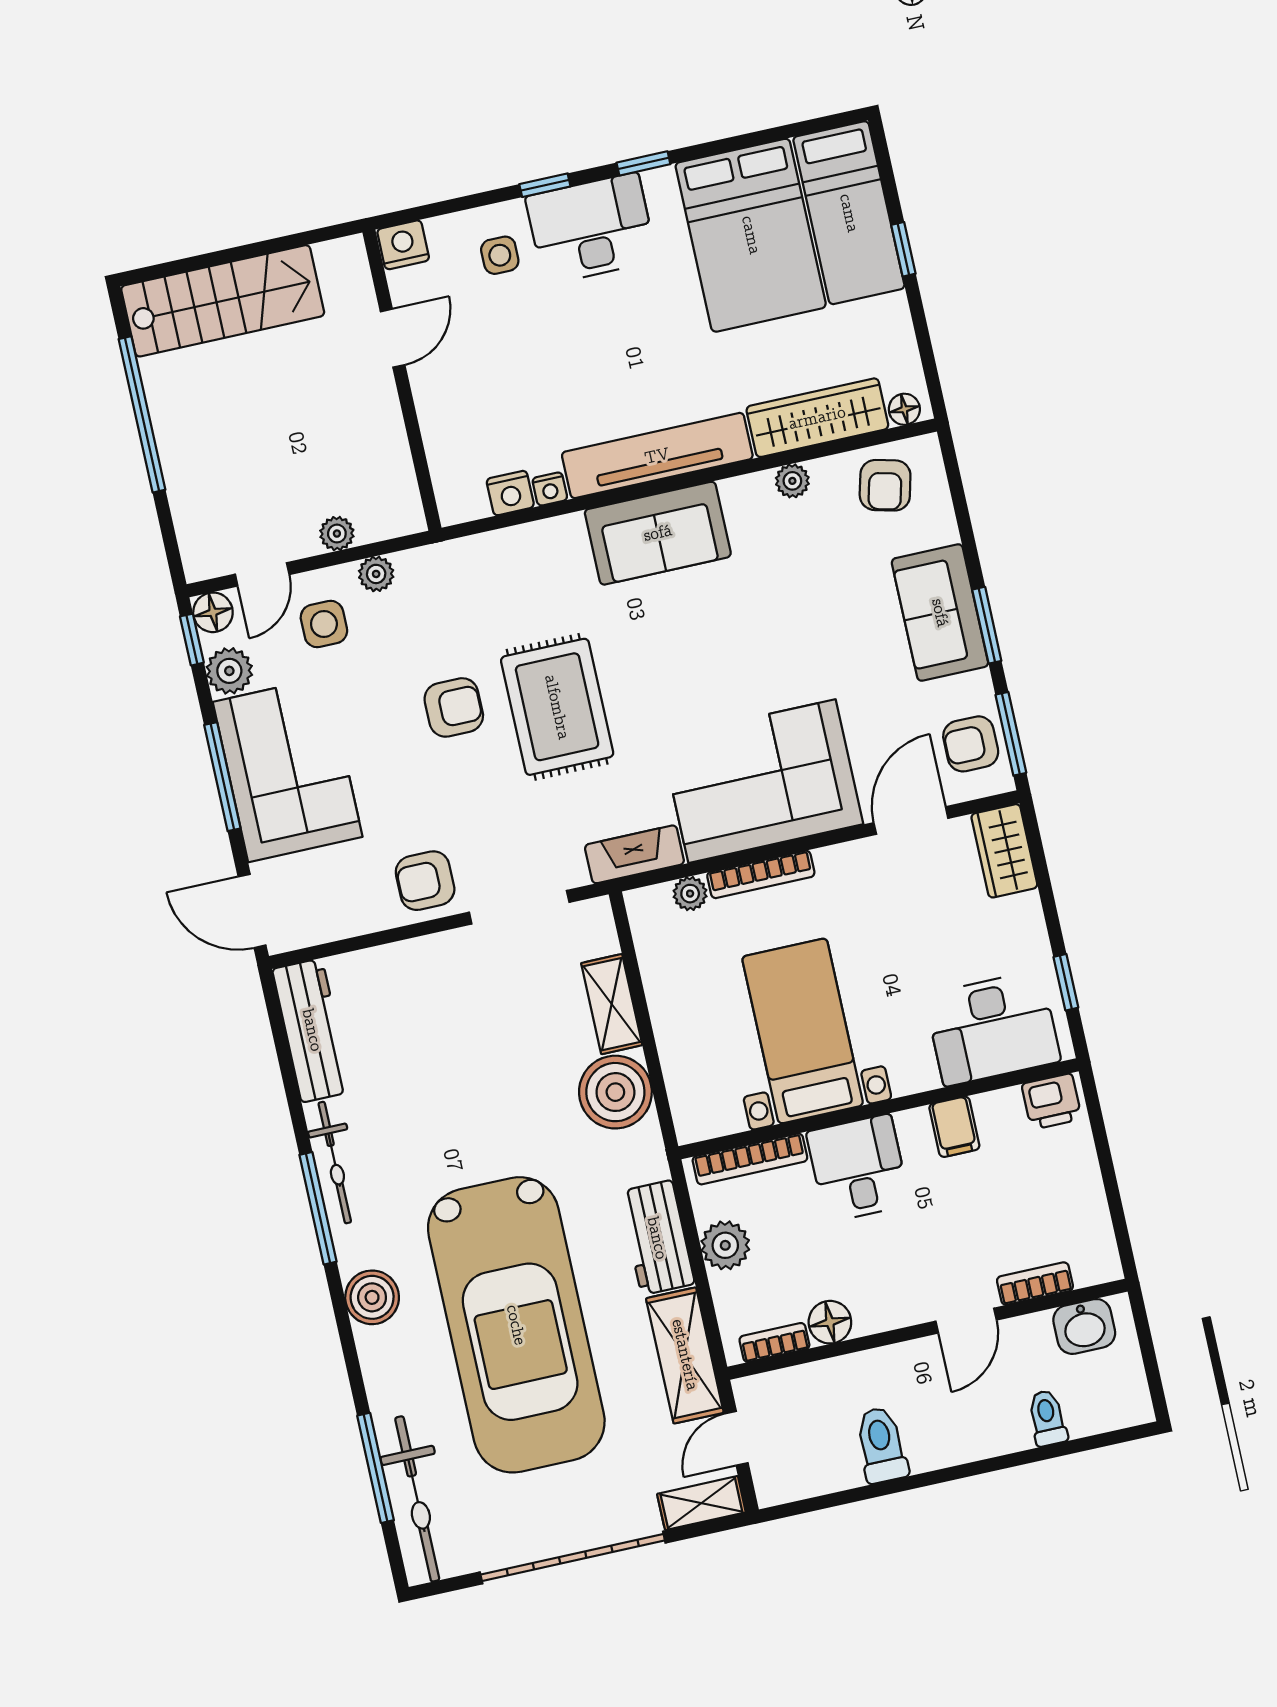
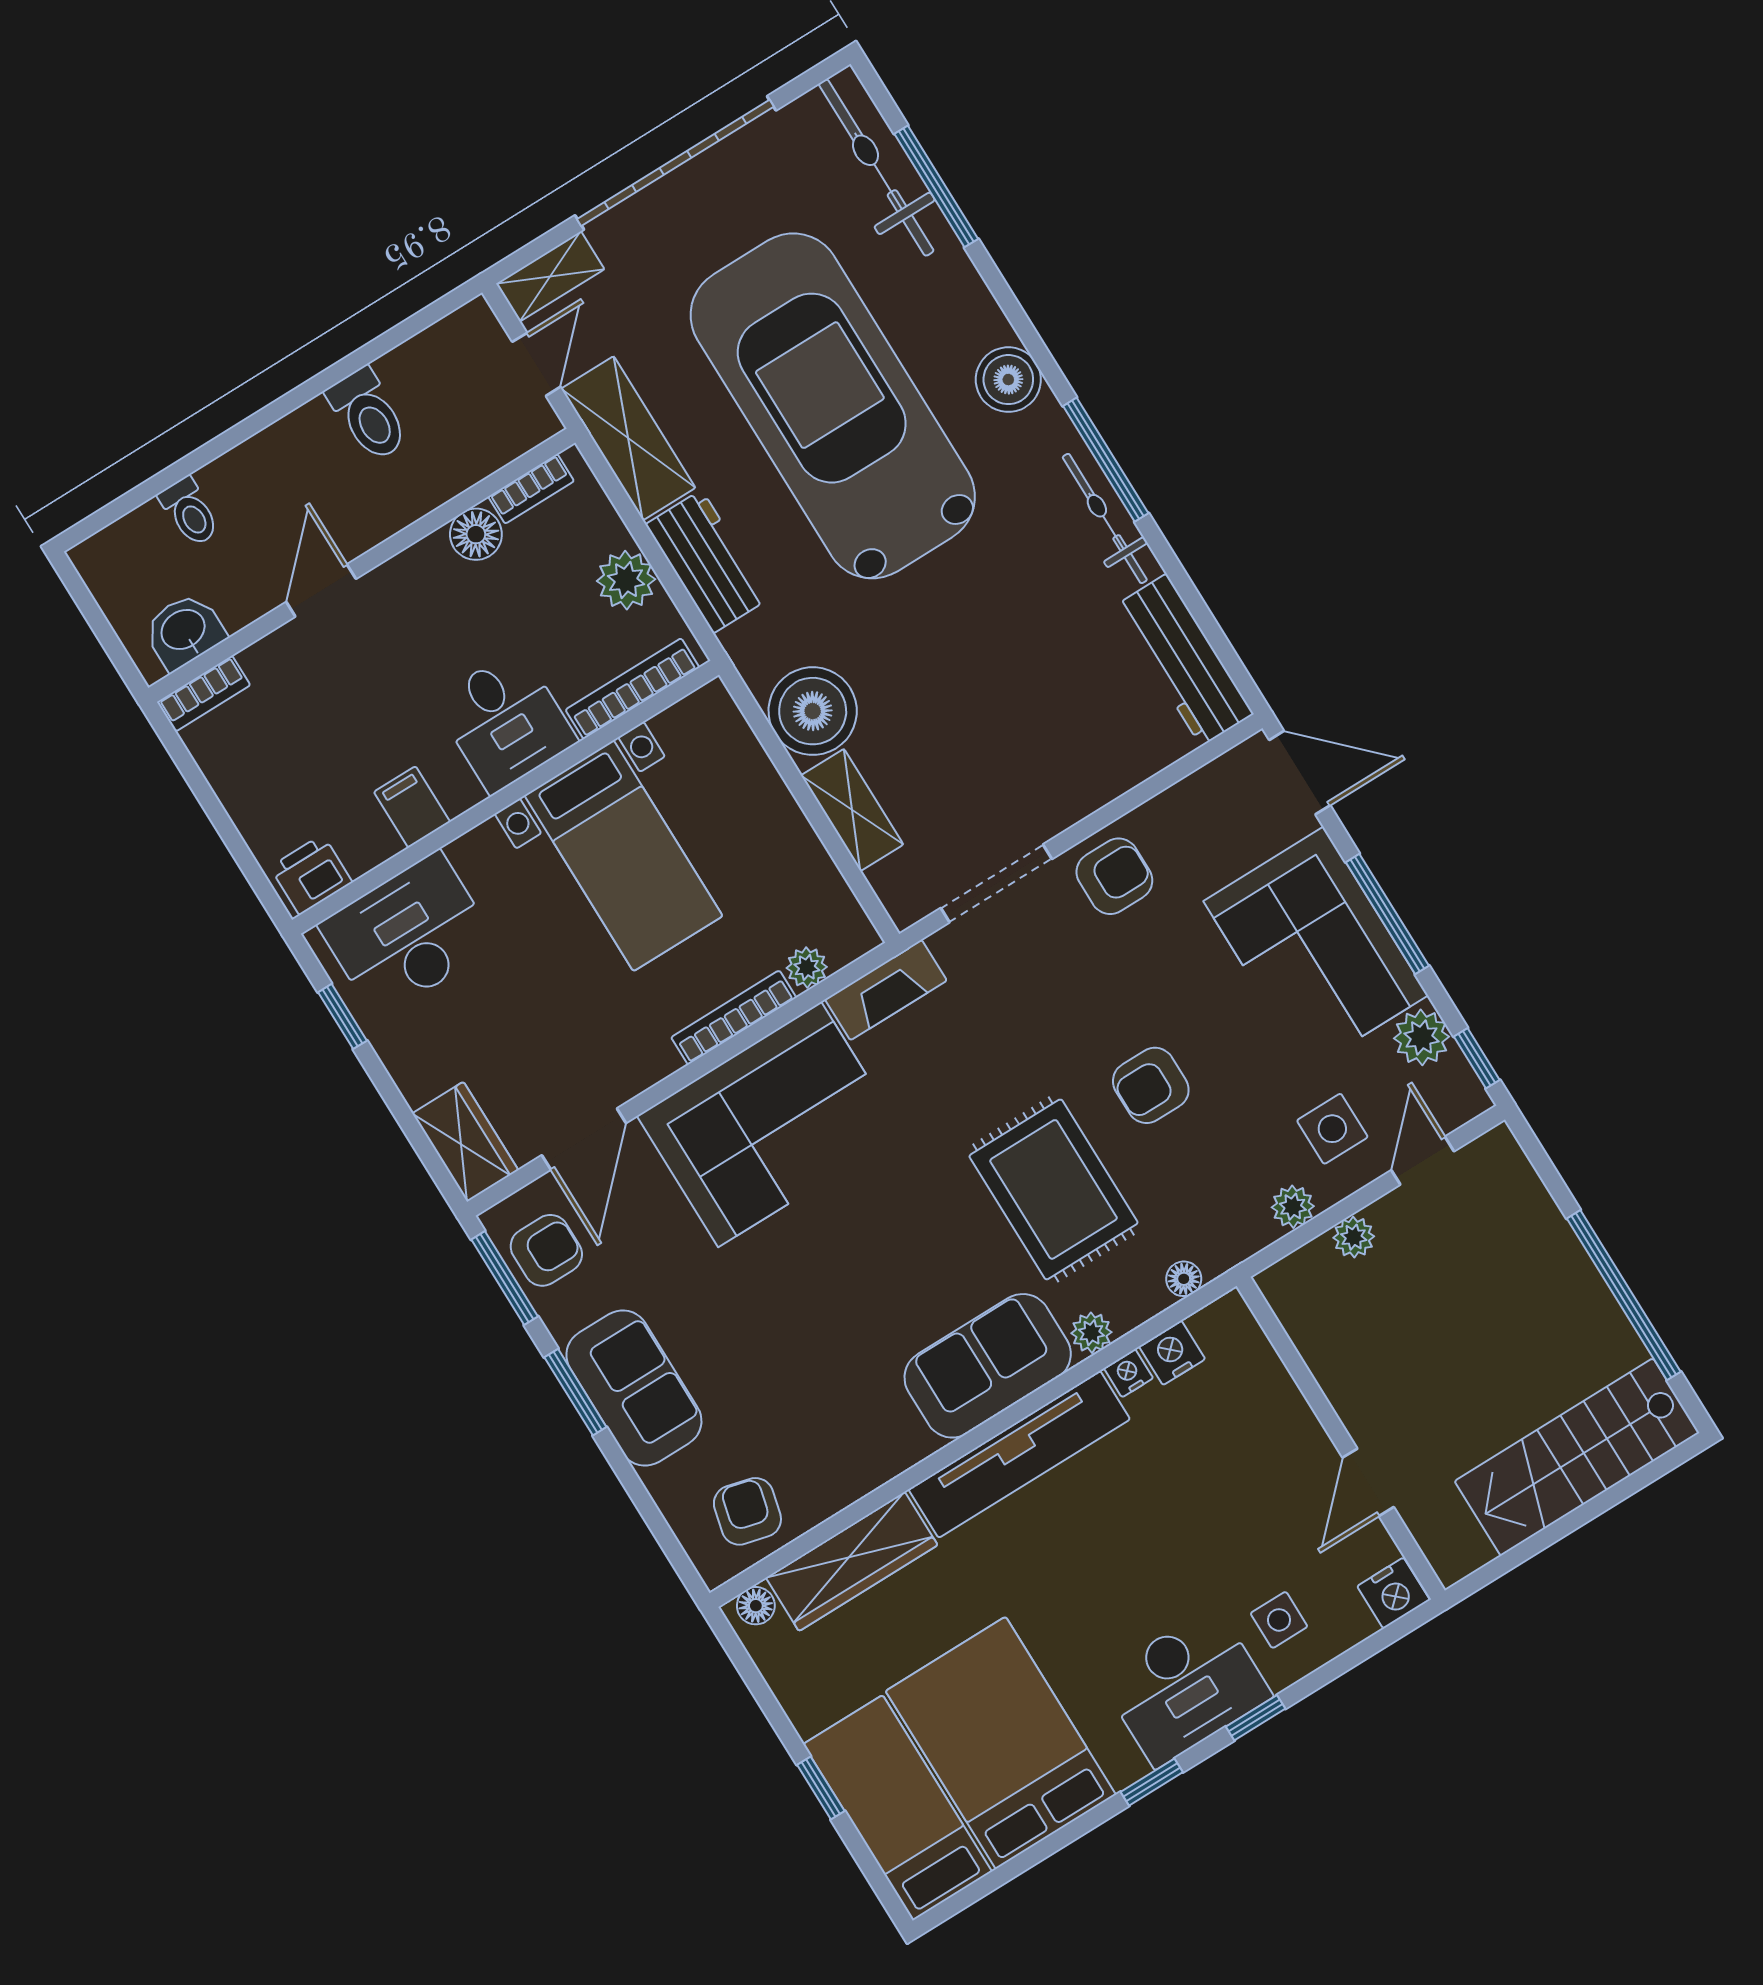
plant: (792, 481) -> (1091, 1333), moved
floor lamp: (213, 612) -> (1184, 1279), moved, width x0.73, depth x0.73
rug: (557, 707) -> (1053, 1189), moved
bookcase: (1035, 1284) -> (204, 693), moved

